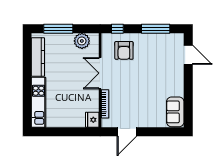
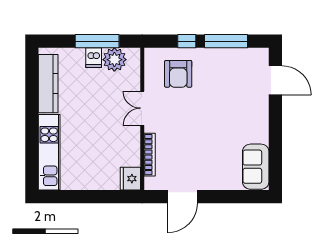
window: (58, 29) -> (97, 41), moved
window: (117, 29) -> (187, 41), moved
dishwasher: (68, 40) -> (94, 58), added
double door: (100, 73) -> (142, 108), width x0.73

